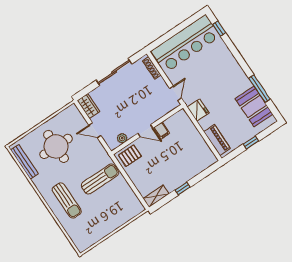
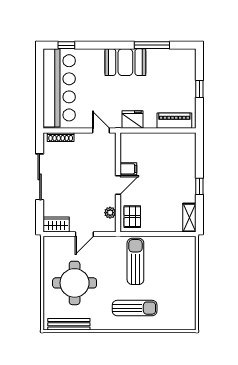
booth: (254, 106) -> (125, 62), moved

